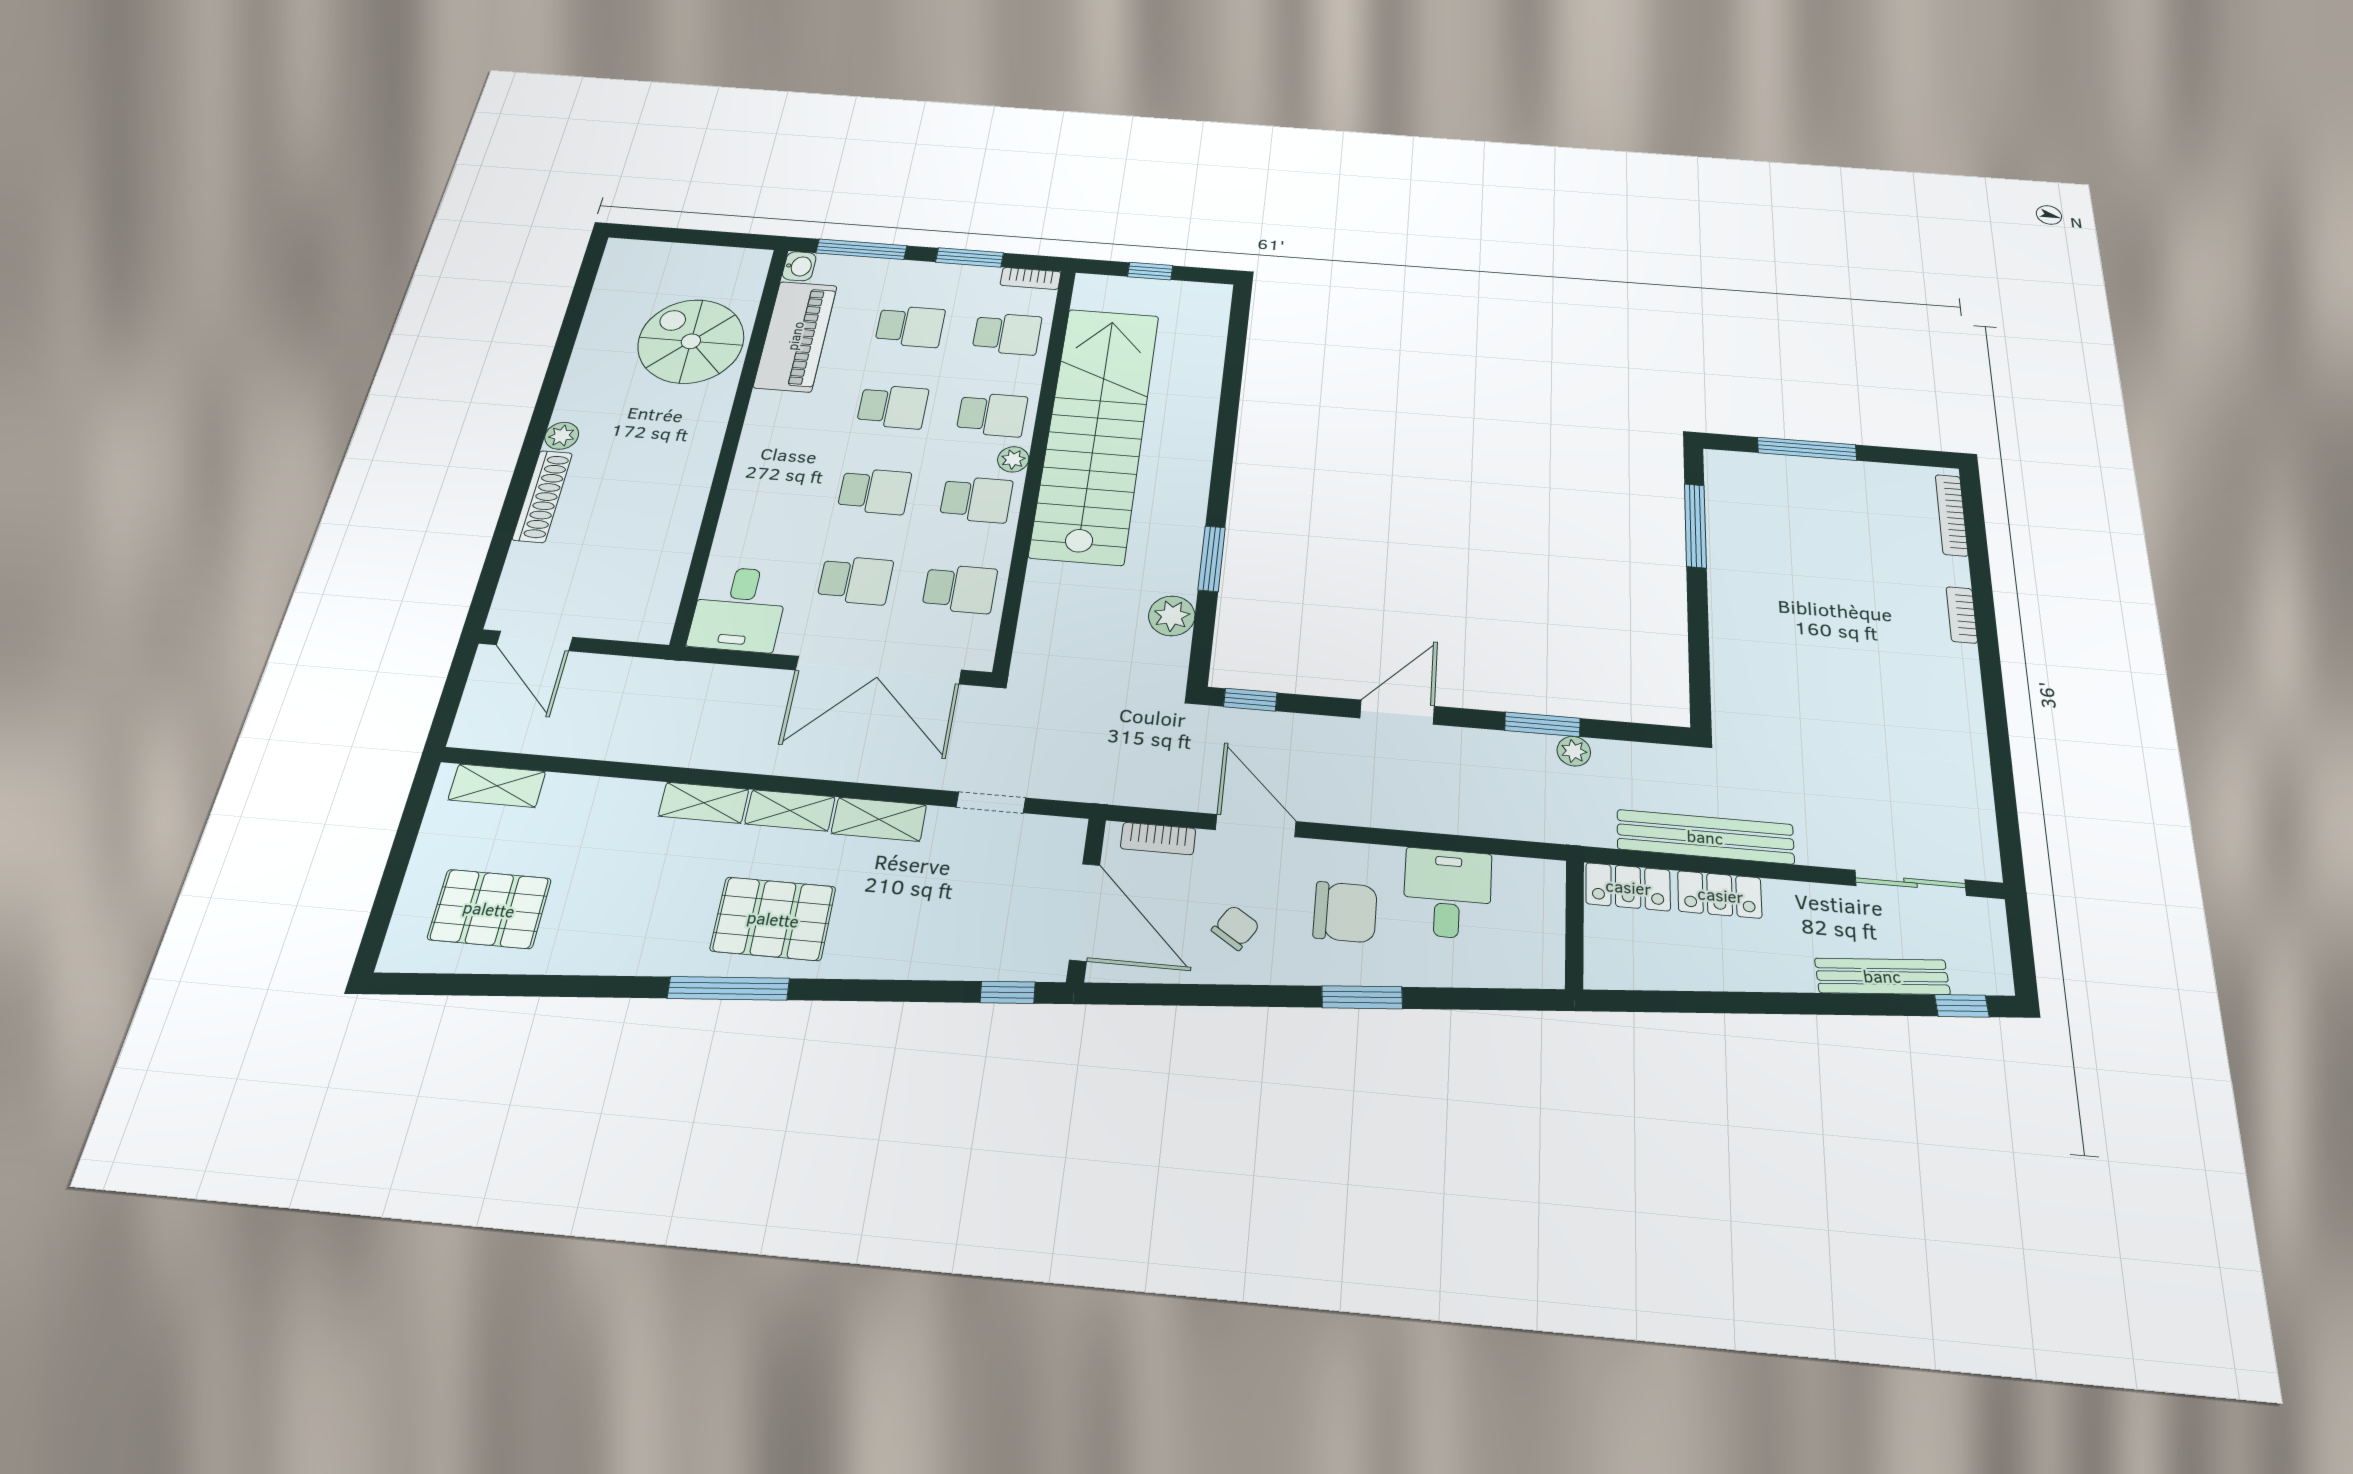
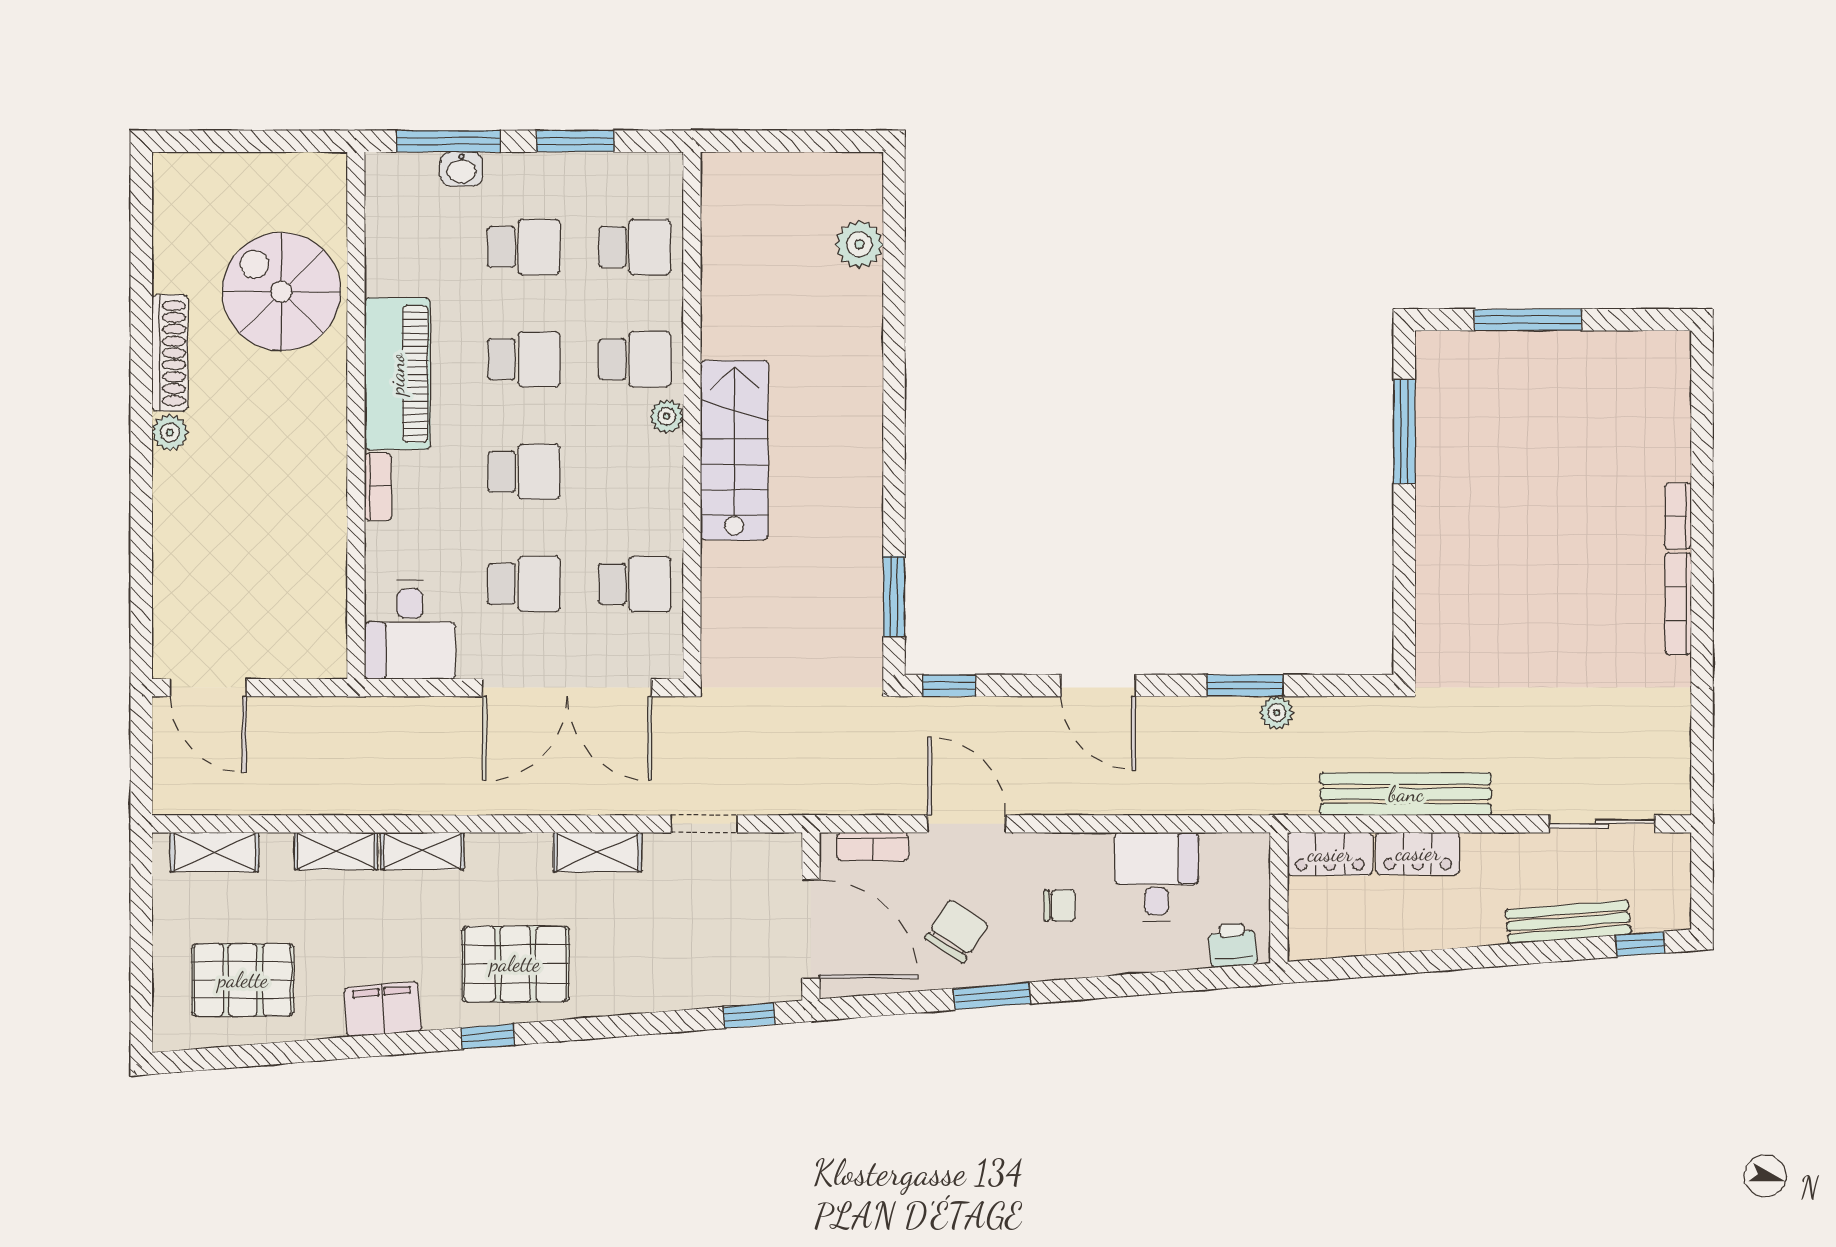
washbasin: (799, 266) -> (462, 169), moved, turned 90
window: (1150, 271) -> (786, 141), removed
bookcase: (1030, 278) -> (378, 487), moved, turned -90
piano: (795, 336) -> (397, 374), moved
stairs: (1096, 433) -> (734, 450), width x0.54, depth x0.66
shoe rack: (542, 496) -> (170, 353), moved
school desk: (976, 499) -> (635, 472), removed
bookcase: (1952, 515) -> (1678, 604), moved
window: (1212, 559) -> (894, 597), moved
plant: (1172, 616) -> (859, 244), moved
door: (1397, 712) -> (1098, 686), swing flipped
shelving: (790, 810) -> (336, 851), moved
chair: (1345, 912) -> (1060, 906), width x0.54, depth x0.54
chair: (1236, 928) -> (956, 931), width x1.37, depth x1.37
filing cabinet: (625, 951) -> (383, 1009), added
printer: (1525, 967) -> (1233, 945), added
window: (728, 988) -> (488, 1036), width x0.46
window: (1362, 997) -> (992, 996), moved

